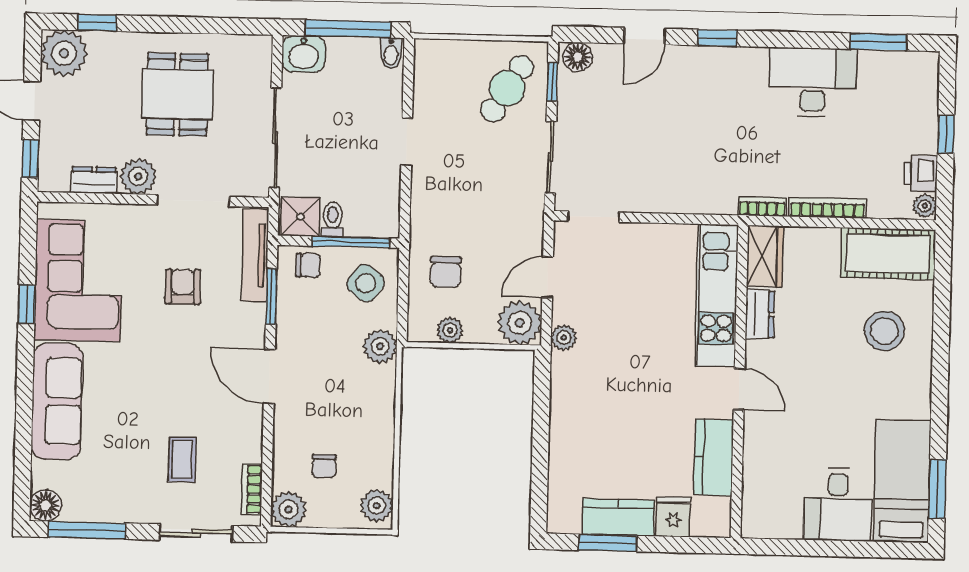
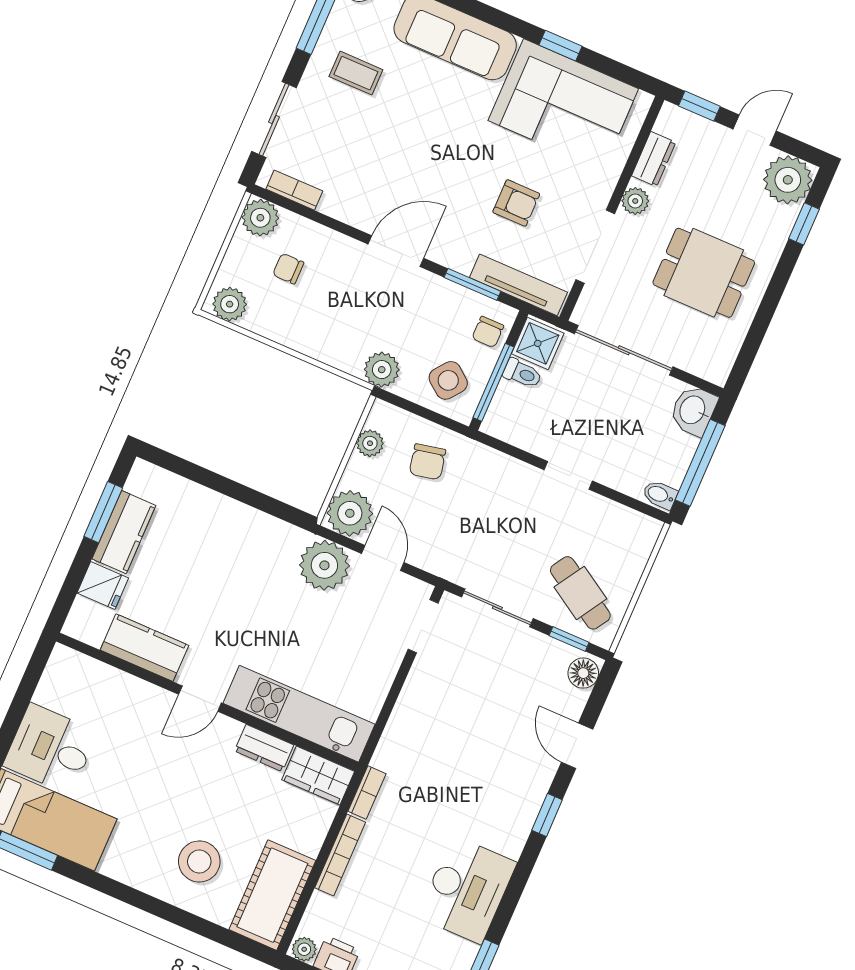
plant: (138, 177) -> (635, 201), width x0.73, depth x0.73
chair: (446, 272) -> (427, 462), turned -102
plant: (564, 338) -> (324, 565), width x1.88, depth x1.88
coffee table: (182, 459) -> (356, 73), moved

